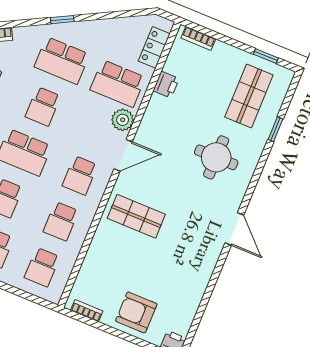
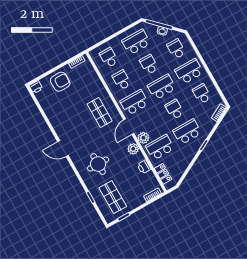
plant: (151, 122) -> (133, 149), added
school desk: (80, 175) -> (134, 102), width x1.85
shop shelf: (136, 216) -> (100, 112), turned 90

